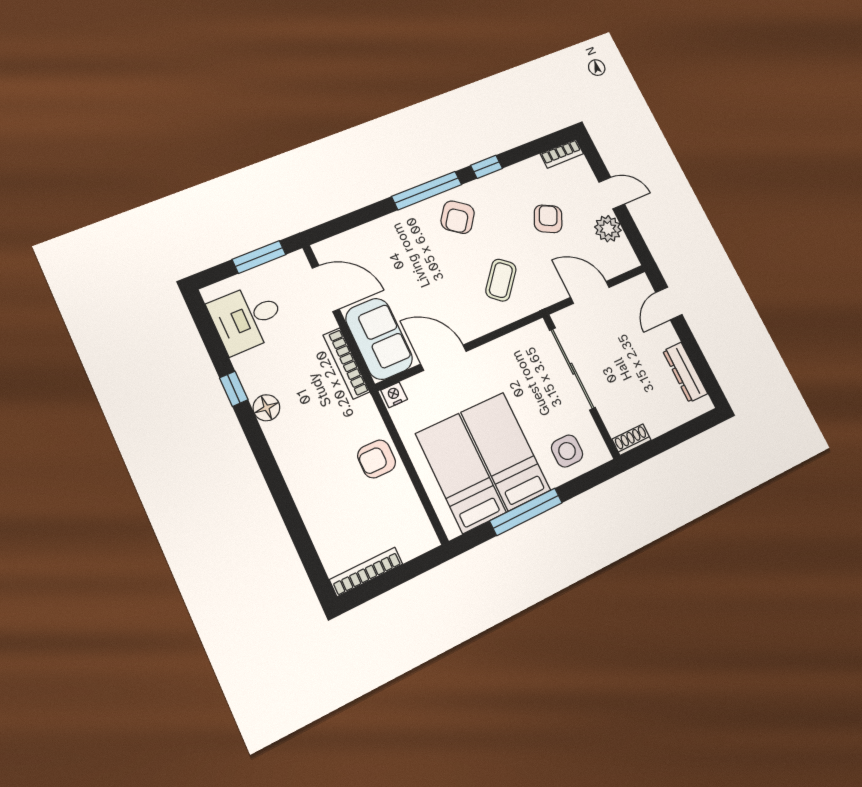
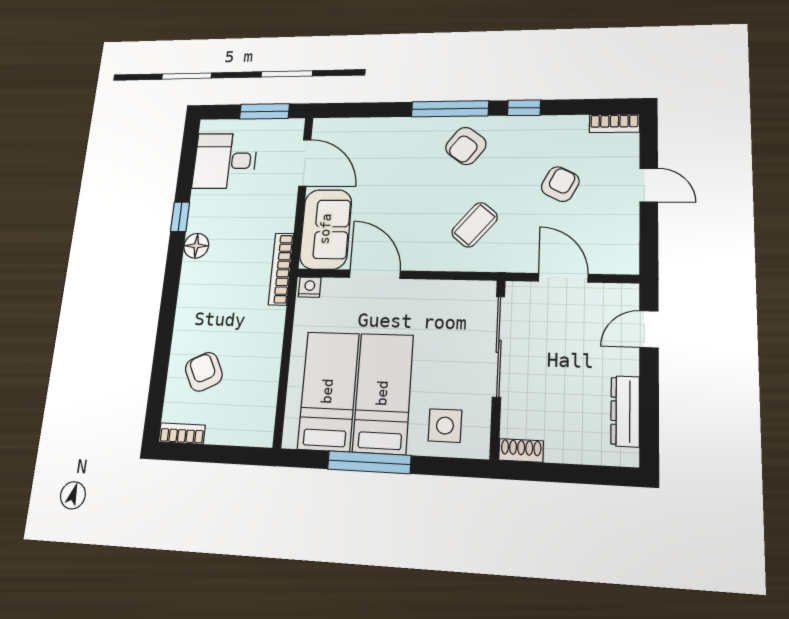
plant: (608, 229) -> (622, 220), removed
bookcase: (346, 363) -> (281, 269), moved
armchair: (377, 459) -> (204, 372), moved, turned 64
bookcase: (366, 572) -> (182, 434), width x0.64

